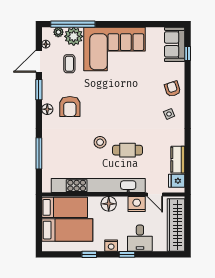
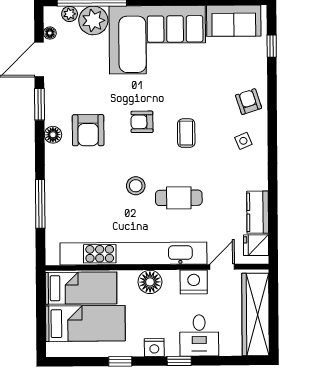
sofa: (175, 44) -> (234, 21), moved, turned -90
coffee table: (69, 64) -> (186, 133), moved
armchair: (104, 101) -> (142, 122), added
door: (155, 194) -> (222, 267), swing flipped

